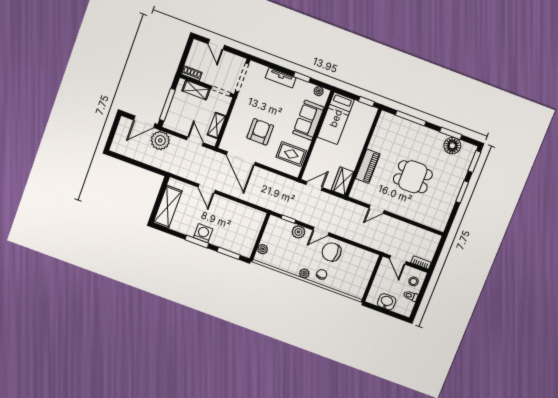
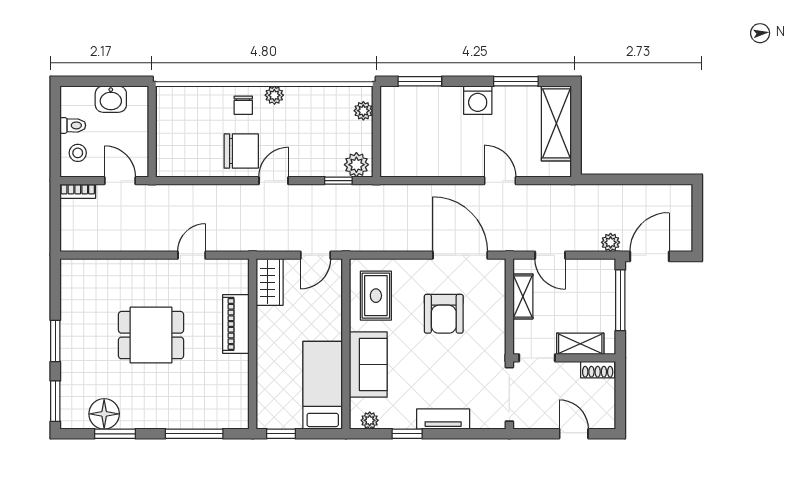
plant: (160, 140) -> (611, 242), width x0.53, depth x0.53
rug: (291, 154) -> (376, 296), turned 90
plant: (298, 232) -> (356, 165), moved
window: (197, 242) -> (516, 81), moved

